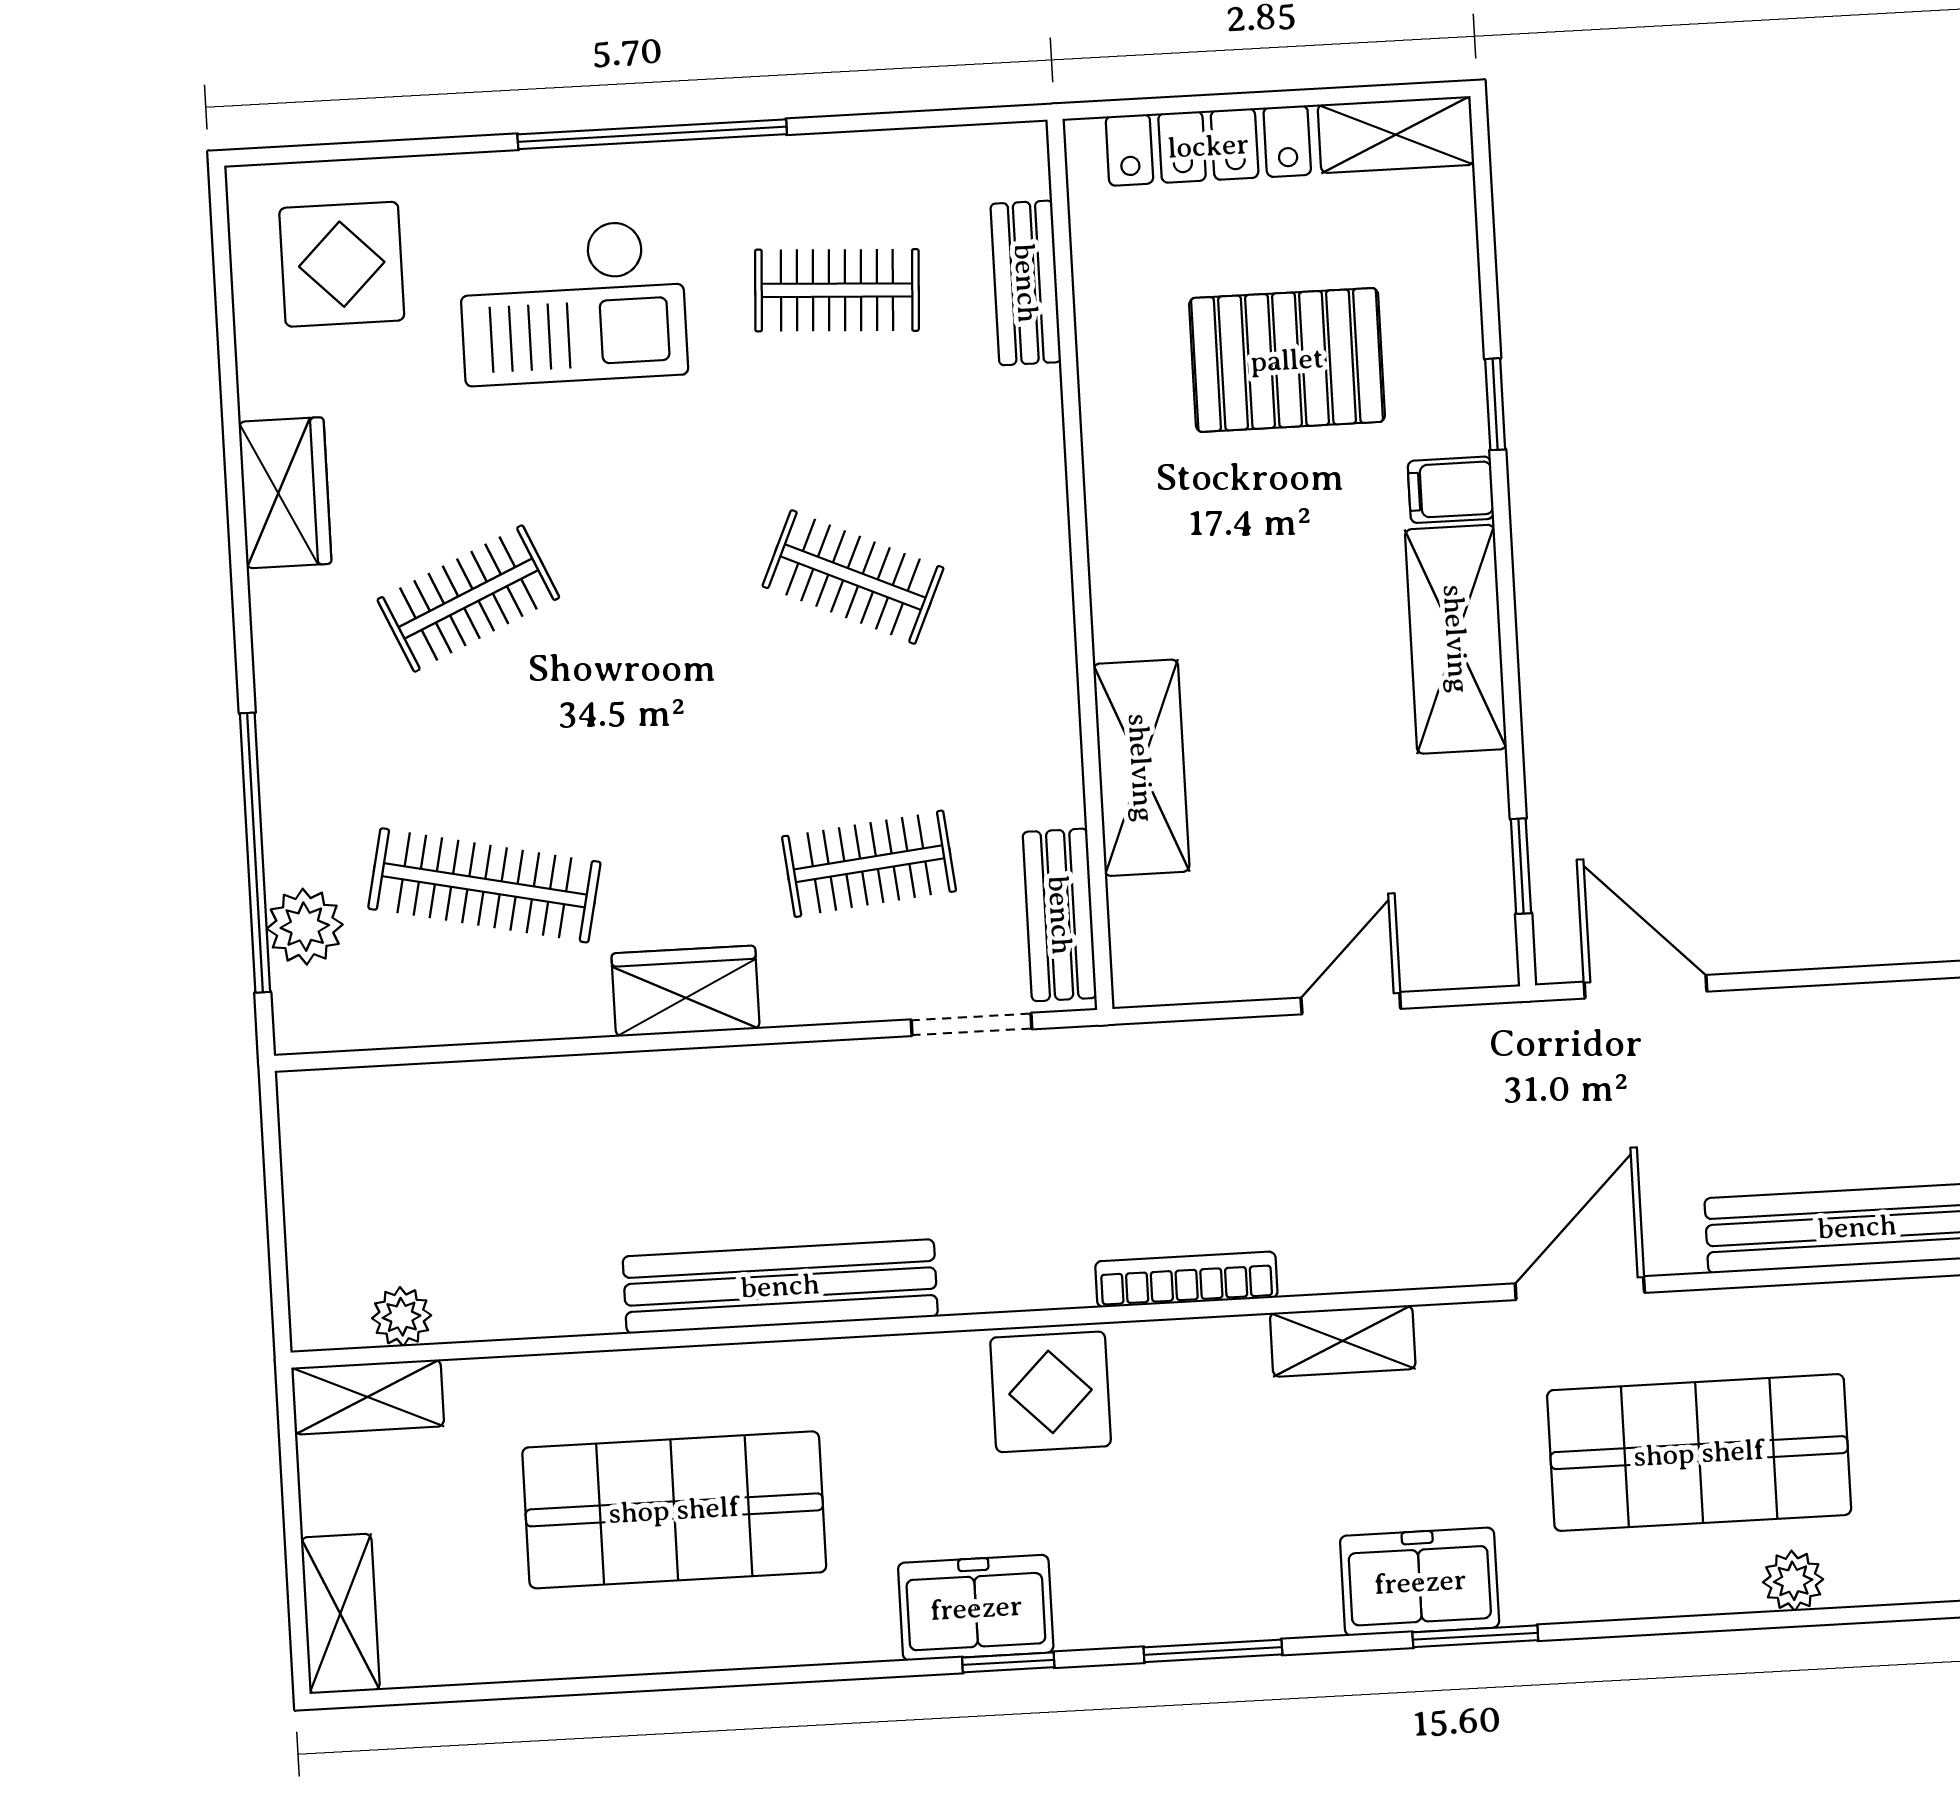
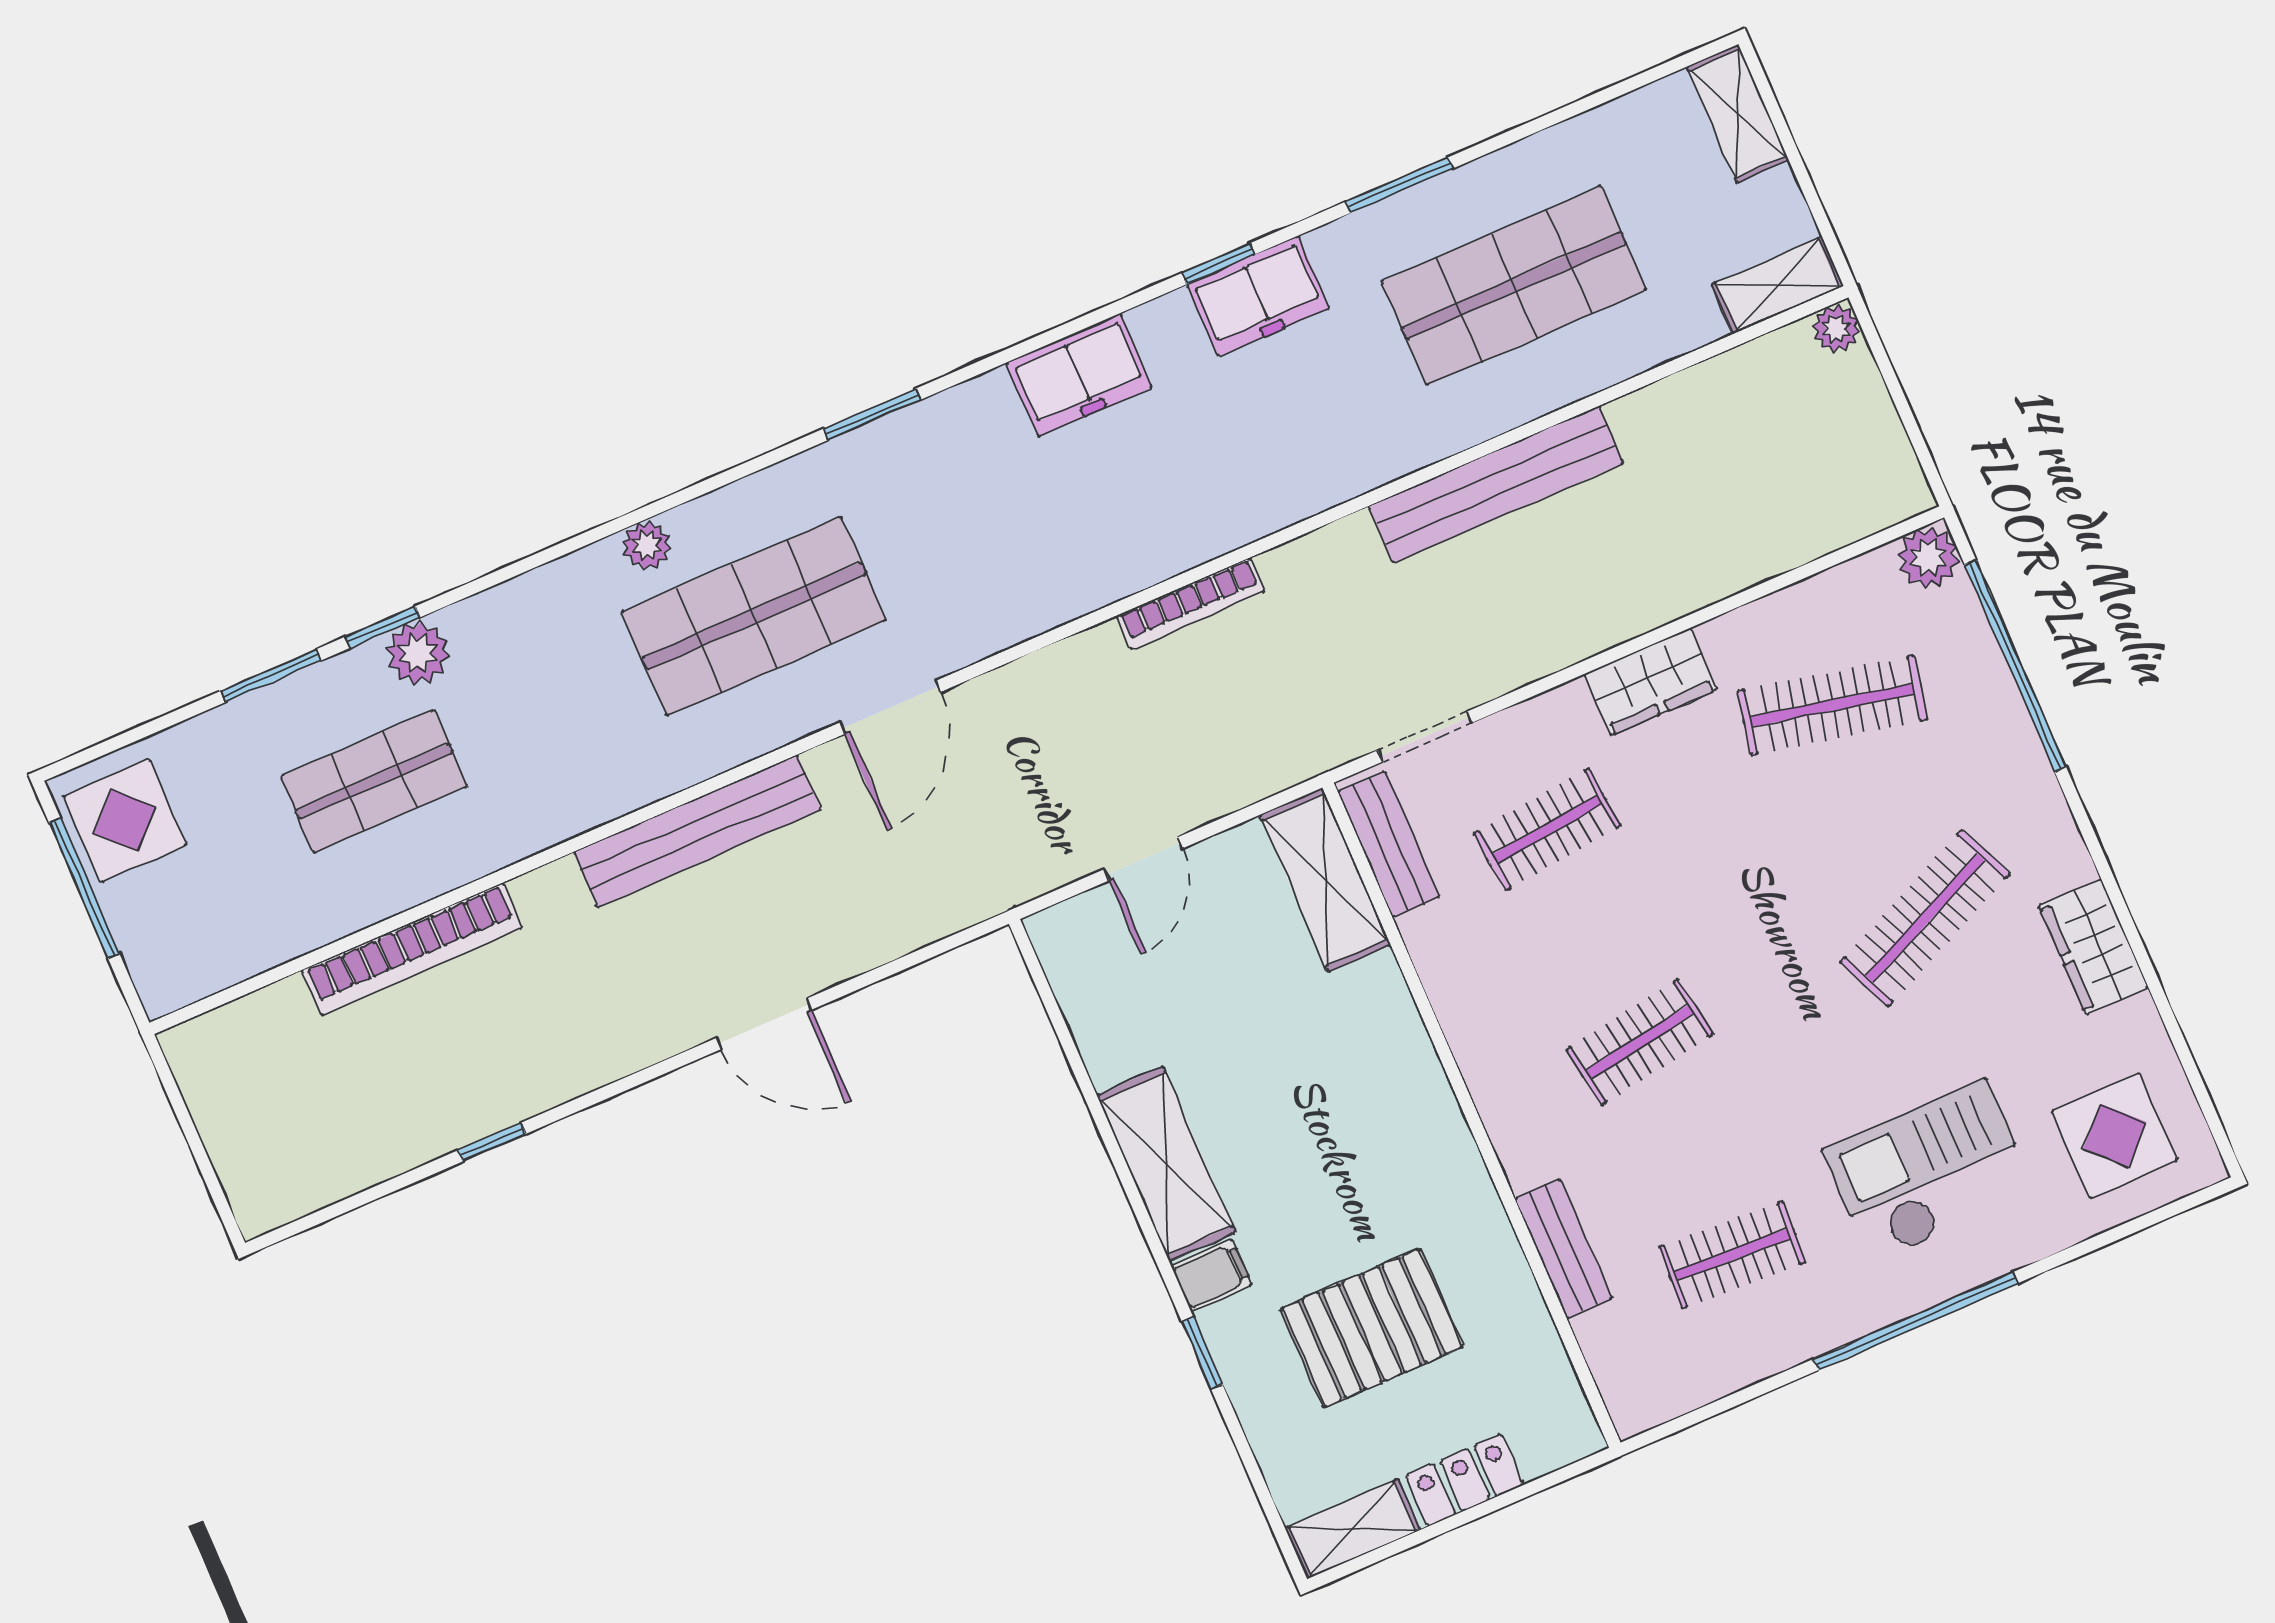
locker: (1208, 146) -> (1465, 1480), width x0.66
bench: (1026, 283) -> (1563, 1248), moved
clothes rail: (853, 577) -> (1640, 1042), turned -33
clothes rail: (468, 599) -> (1925, 918), width x1.36
shelving: (1141, 768) -> (1325, 880), moved
window: (1521, 866) -> (1053, 1010), removed
plant: (305, 927) -> (1928, 558), moved
door: (1646, 987) -> (764, 1024), moved
plant: (402, 1317) -> (1836, 329), moved
shelving: (1343, 1341) -> (1055, 601), removed
display table: (1051, 1392) -> (1262, 480), removed
freezer: (1420, 1582) -> (1079, 375), moved
window: (1213, 1651) -> (1399, 185), moved

